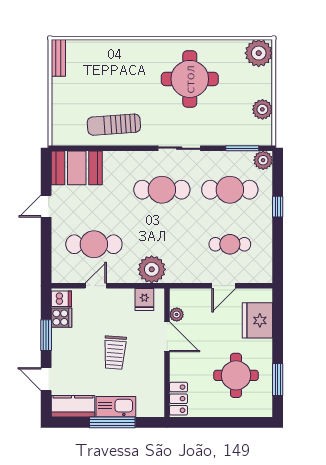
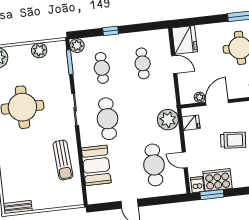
booth: (77, 168) -> (96, 165), moved
cafe table: (230, 190) -> (102, 68), width x0.73, depth x0.74
cooker: (62, 318) -> (218, 180), width x1.87, depth x1.31
fridge: (257, 320) -> (185, 40), moved, turned -90
window: (46, 335) -> (212, 195), moved

